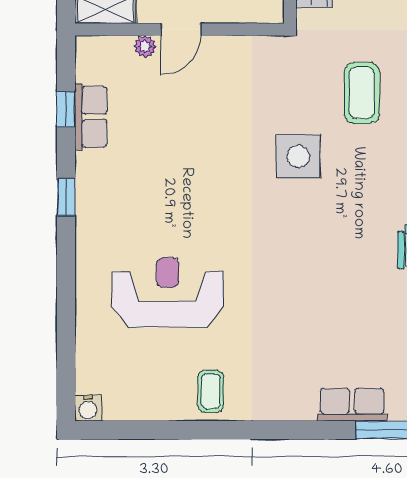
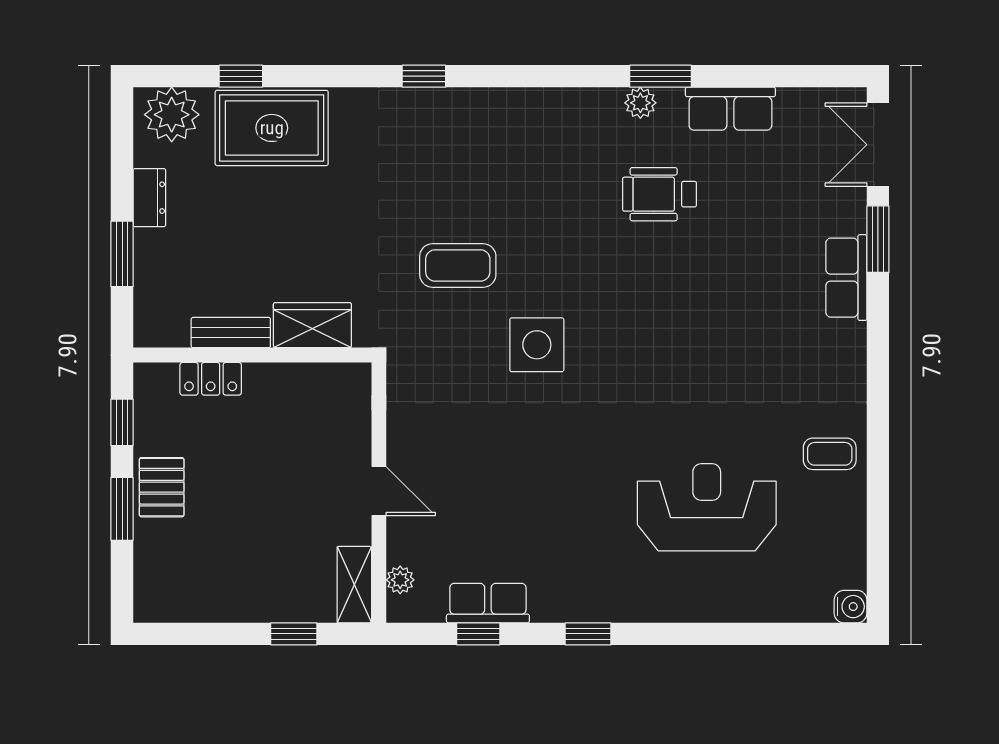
plant: (145, 46) -> (400, 580), moved
reception desk: (168, 293) -> (707, 507), turned 90

